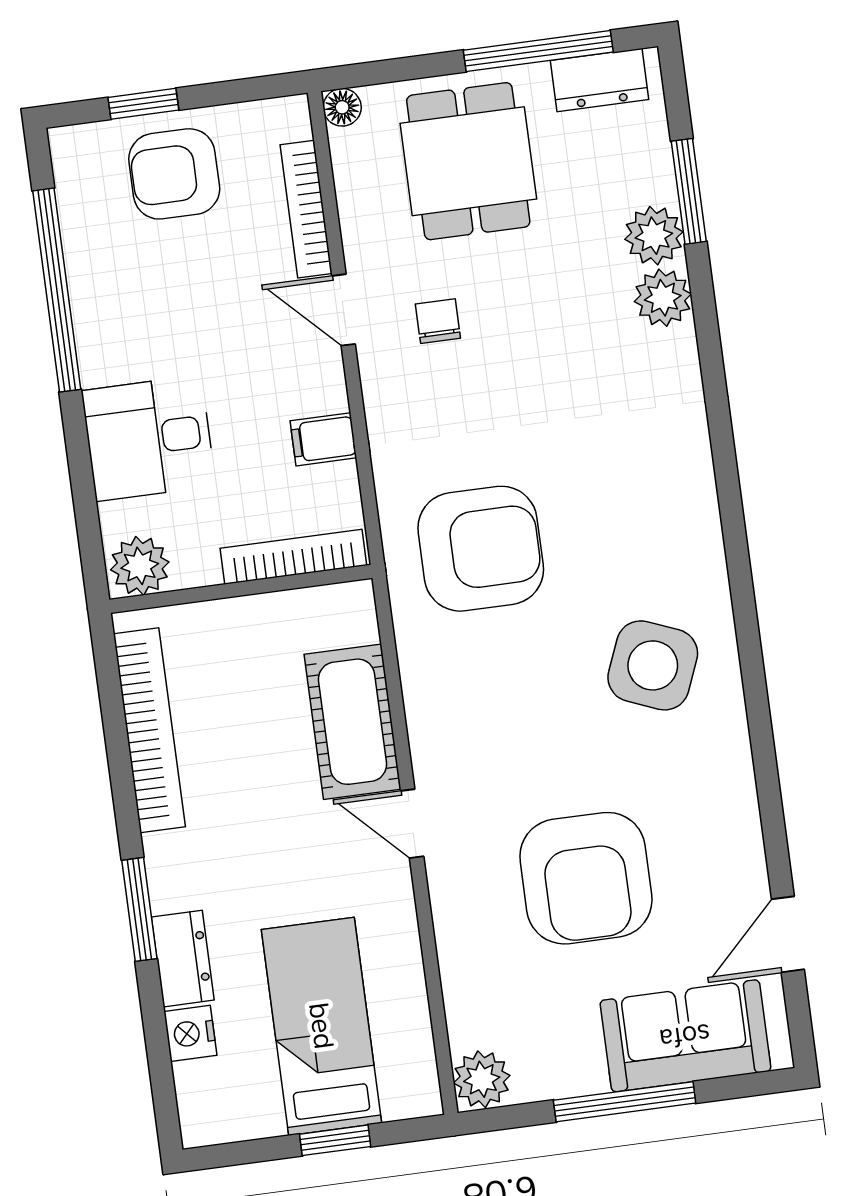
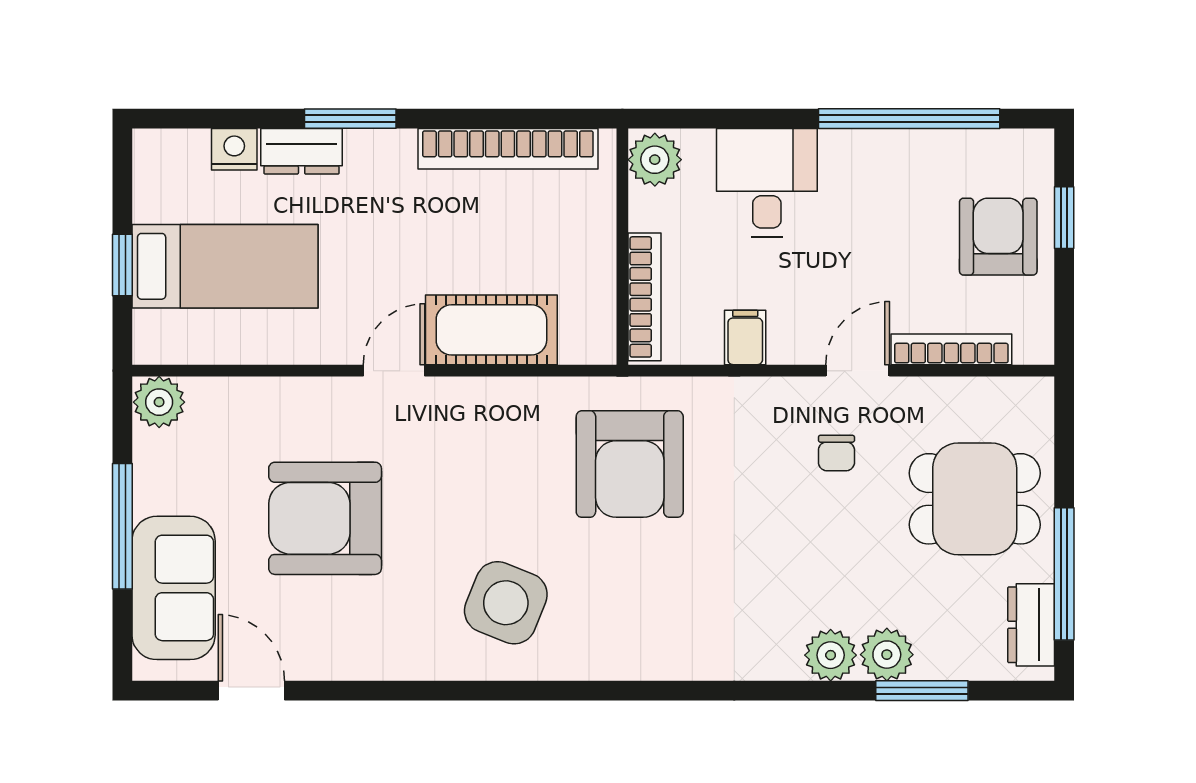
floor lamp: (342, 107) -> (1037, 393), removed
chair: (438, 321) -> (836, 453), turned 90

